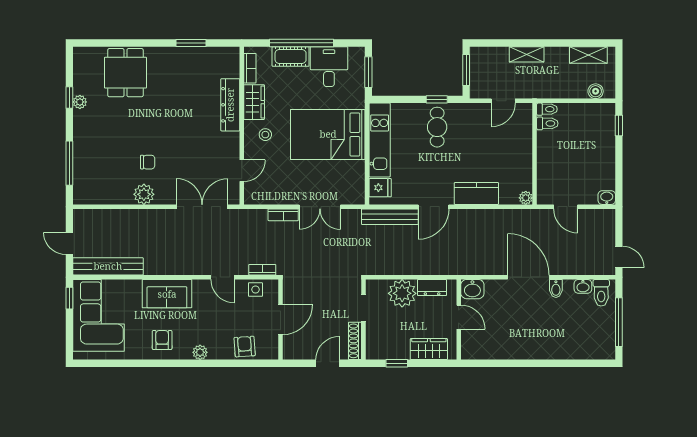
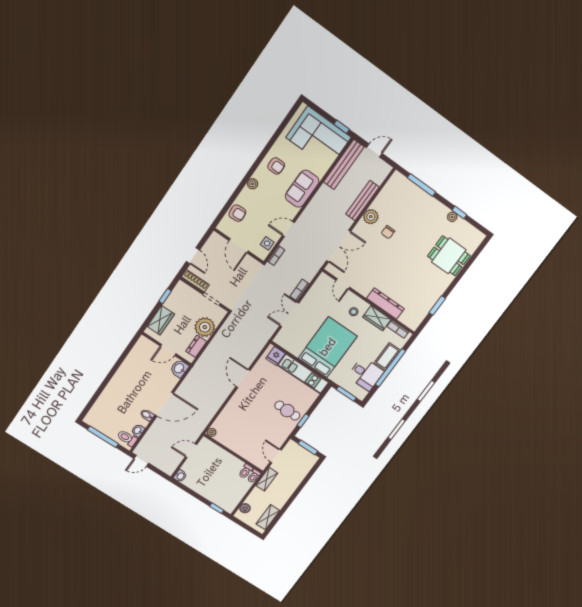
shelving: (527, 54) -> (267, 479), moved
kitchen counter: (476, 193) -> (234, 407), removed
bench: (390, 217) -> (362, 201), moved

